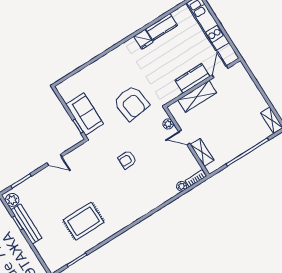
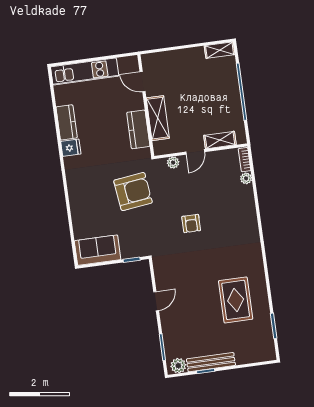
kitchen counter: (192, 78) -> (138, 129), moved
sofa: (85, 114) -> (98, 250), moved

